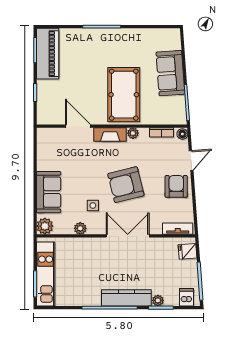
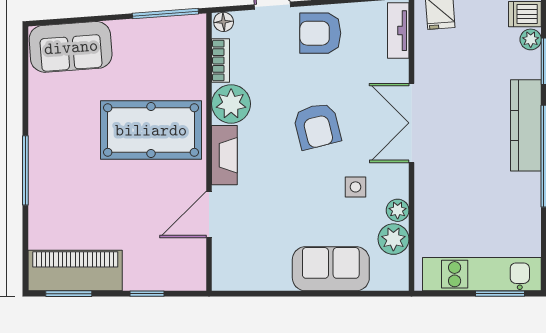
sofa: (170, 73) -> (71, 47), moved
plant: (133, 133) -> (231, 104), width x1.87, depth x1.87
armchair: (126, 185) -> (317, 126), width x0.73, depth x0.73
plant: (45, 226) -> (393, 239), moved
plant: (158, 300) -> (531, 39), moved

